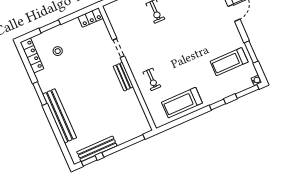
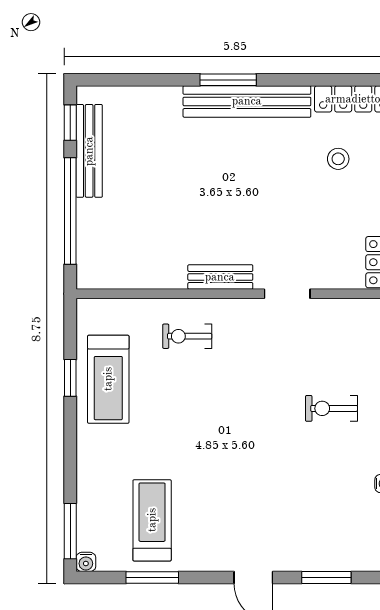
window: (40, 93) -> (228, 80), moved
treadmill: (182, 103) -> (108, 379), turned 180
window: (218, 105) -> (70, 378), moved
bench: (60, 116) -> (247, 101), moved

